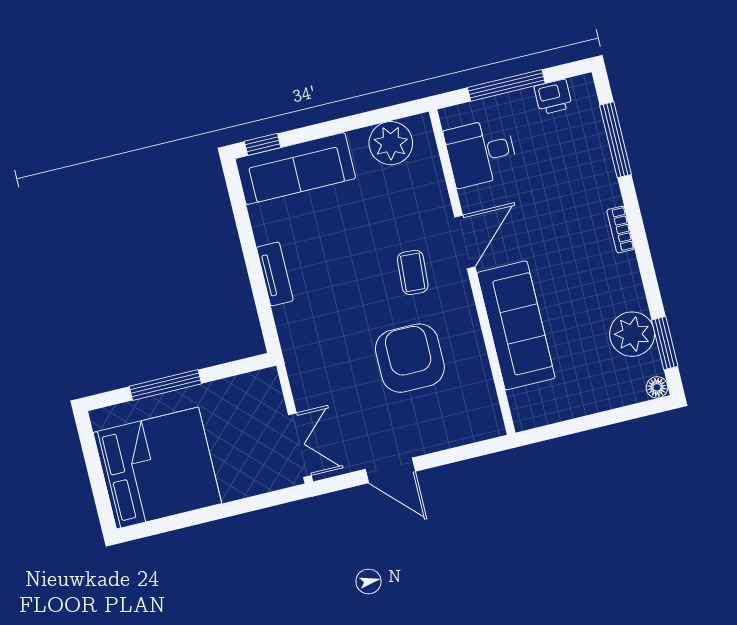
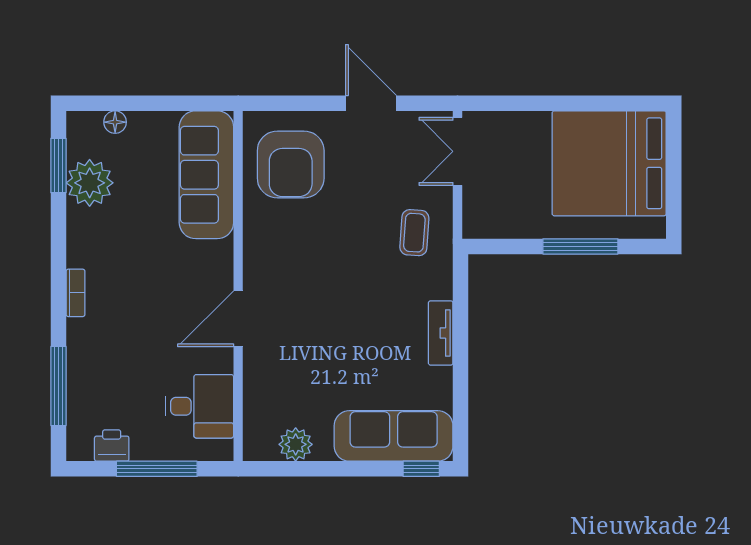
plant: (391, 143) -> (296, 444), width x0.73, depth x0.73
coffee table: (413, 272) -> (414, 233), moved
sofa: (516, 325) -> (206, 175), moved
armchair: (410, 358) -> (291, 164), moved
floor lamp: (657, 387) -> (115, 122), moved

